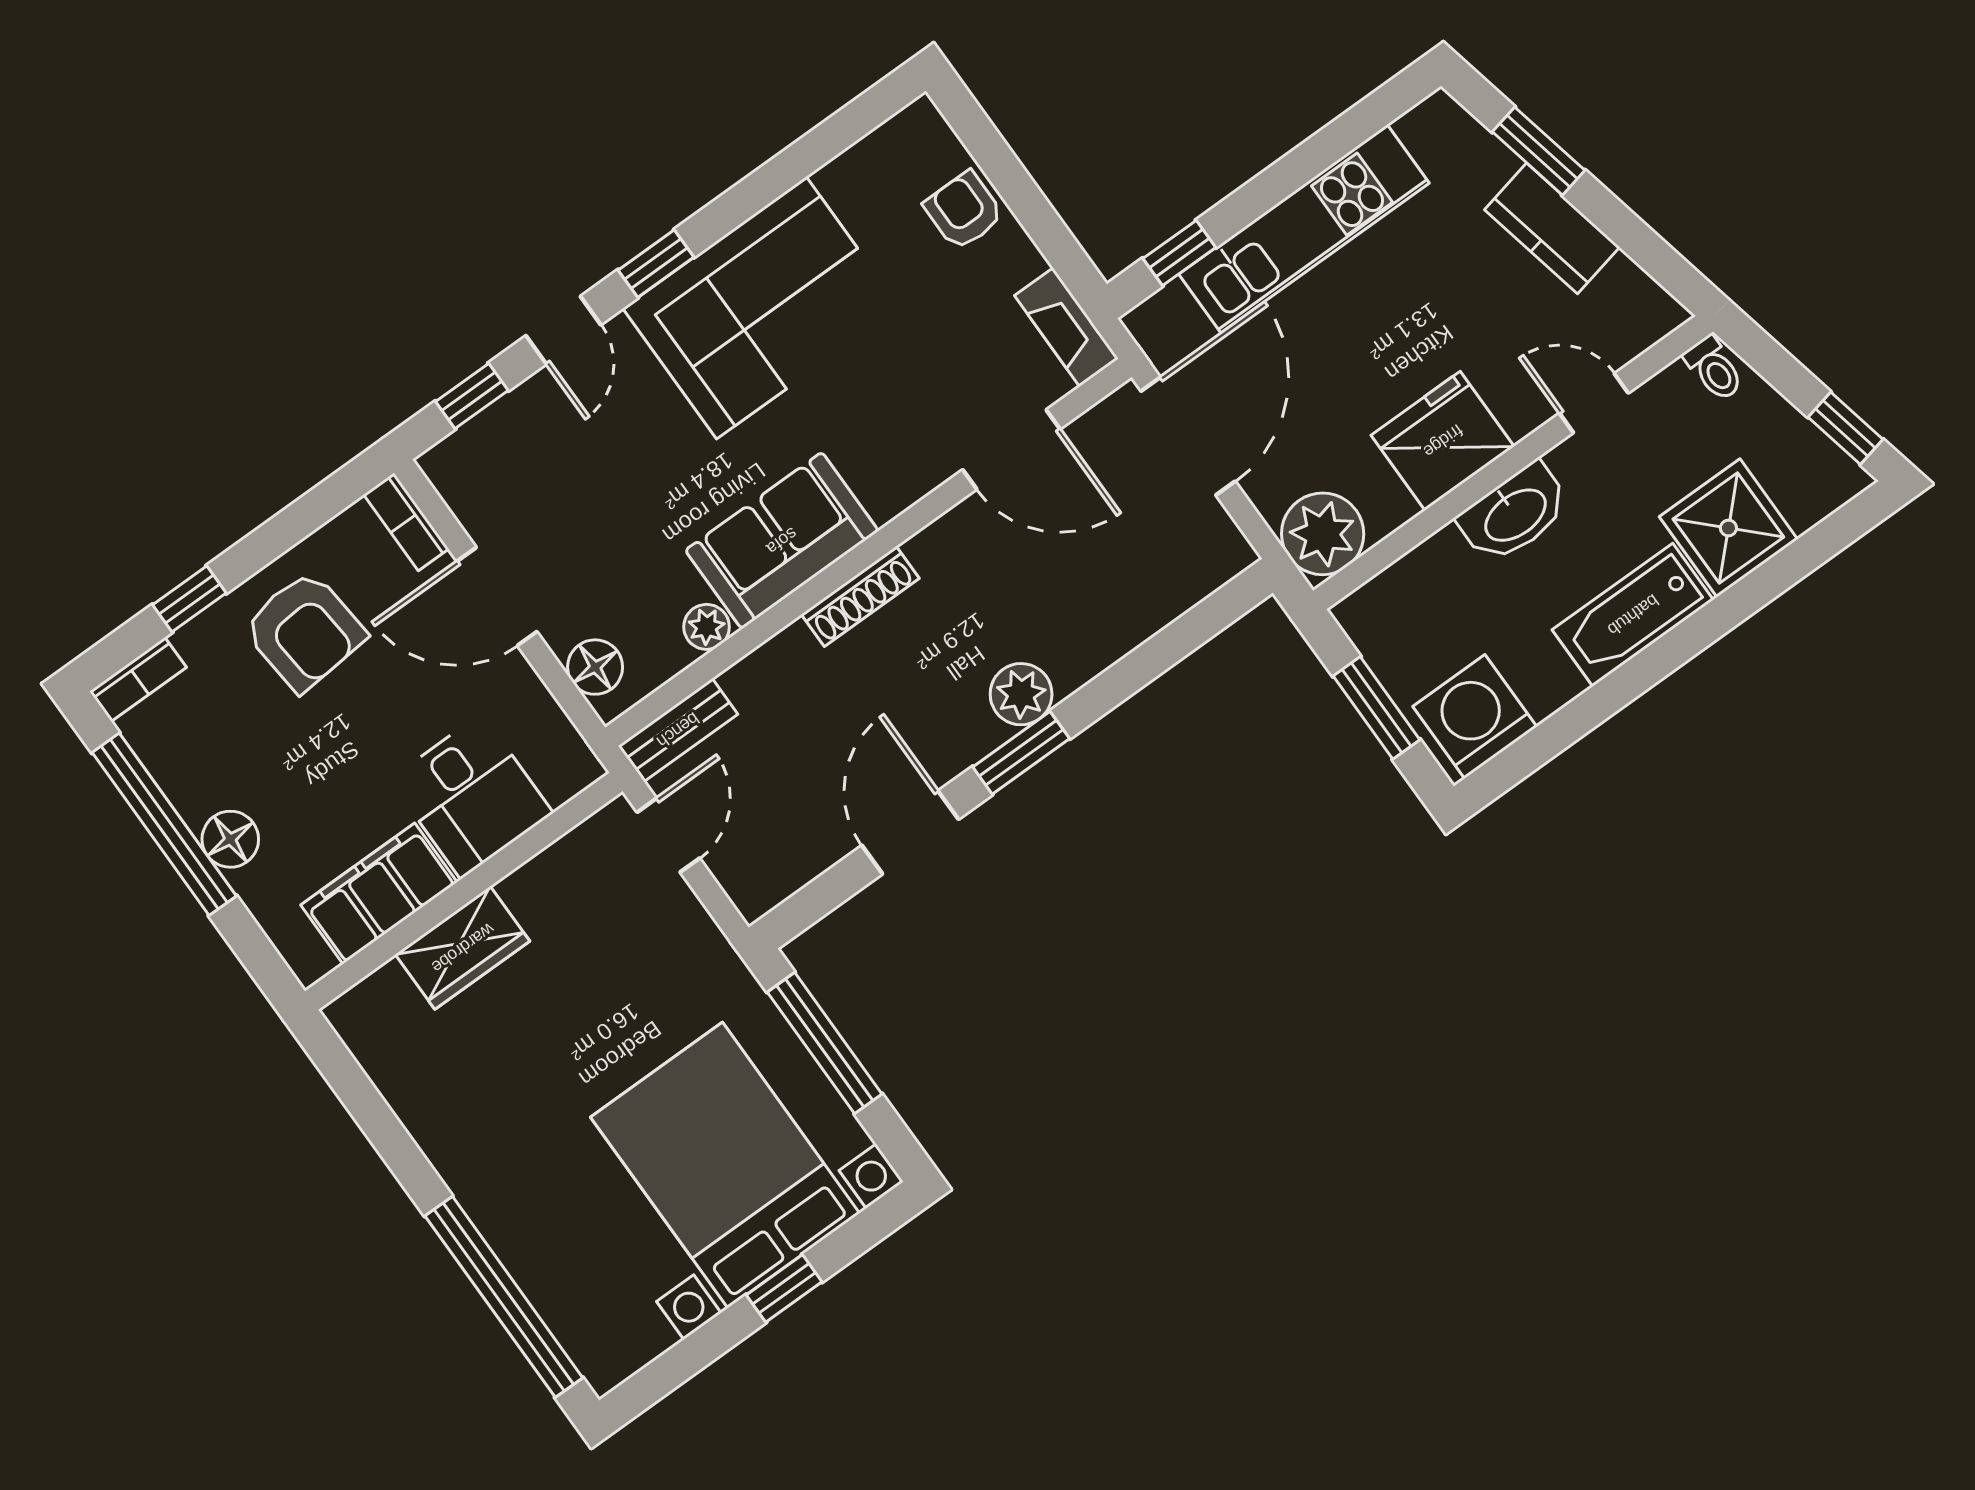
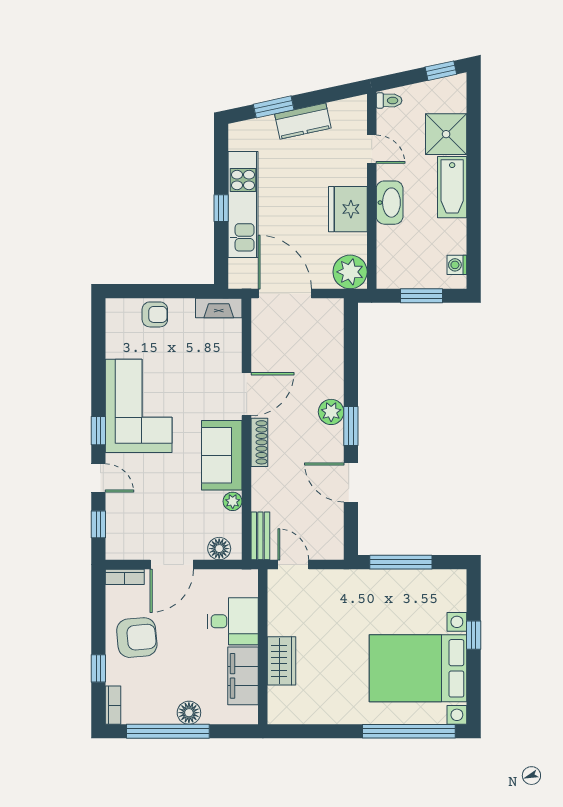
armchair: (964, 211) -> (155, 314), turned 180
window: (1179, 253) -> (221, 208), moved
door: (1594, 403) -> (372, 149), swing flipped
door: (1011, 449) -> (247, 394), moved
washing machine: (1475, 716) -> (457, 265), width x0.53, depth x0.53
bed with nightstands: (725, 1165) -> (418, 668), moved

